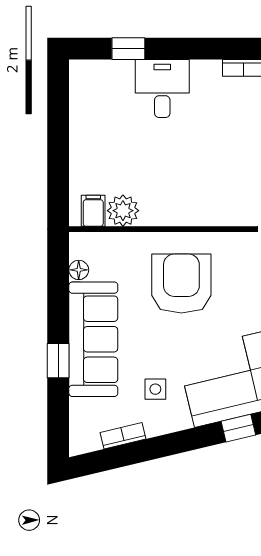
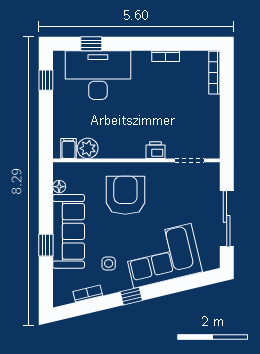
desk: (162, 89) -> (98, 75), width x1.87, depth x1.30
window: (58, 105) -> (46, 80), added
printer: (228, 213) -> (156, 150), added
window: (238, 428) -> (131, 296), moved

